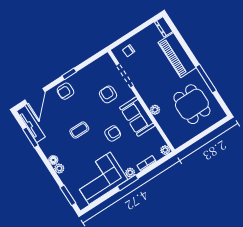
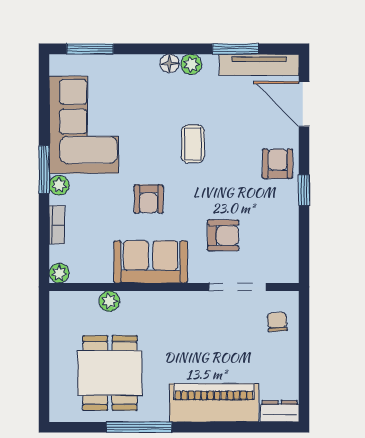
dining table: (192, 104) -> (110, 373), turned 90
plant: (155, 110) -> (109, 301), moved
plant: (59, 168) -> (191, 64), moved

